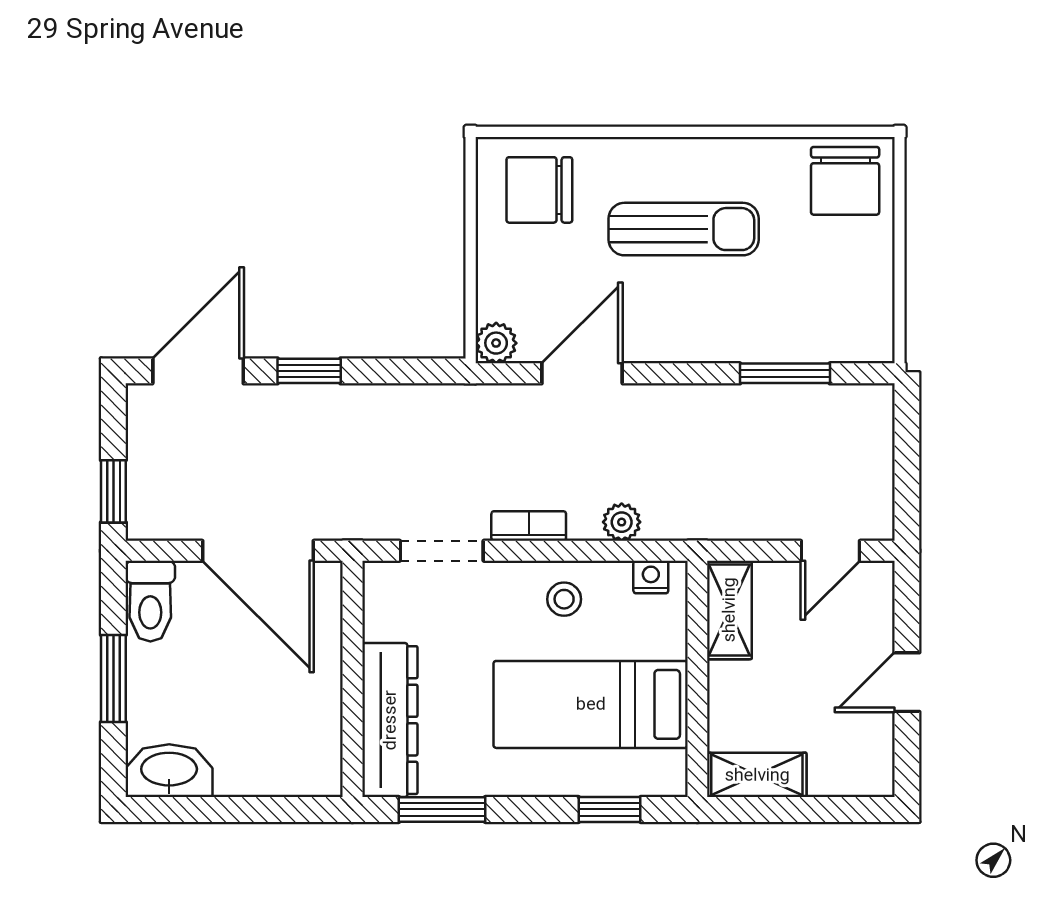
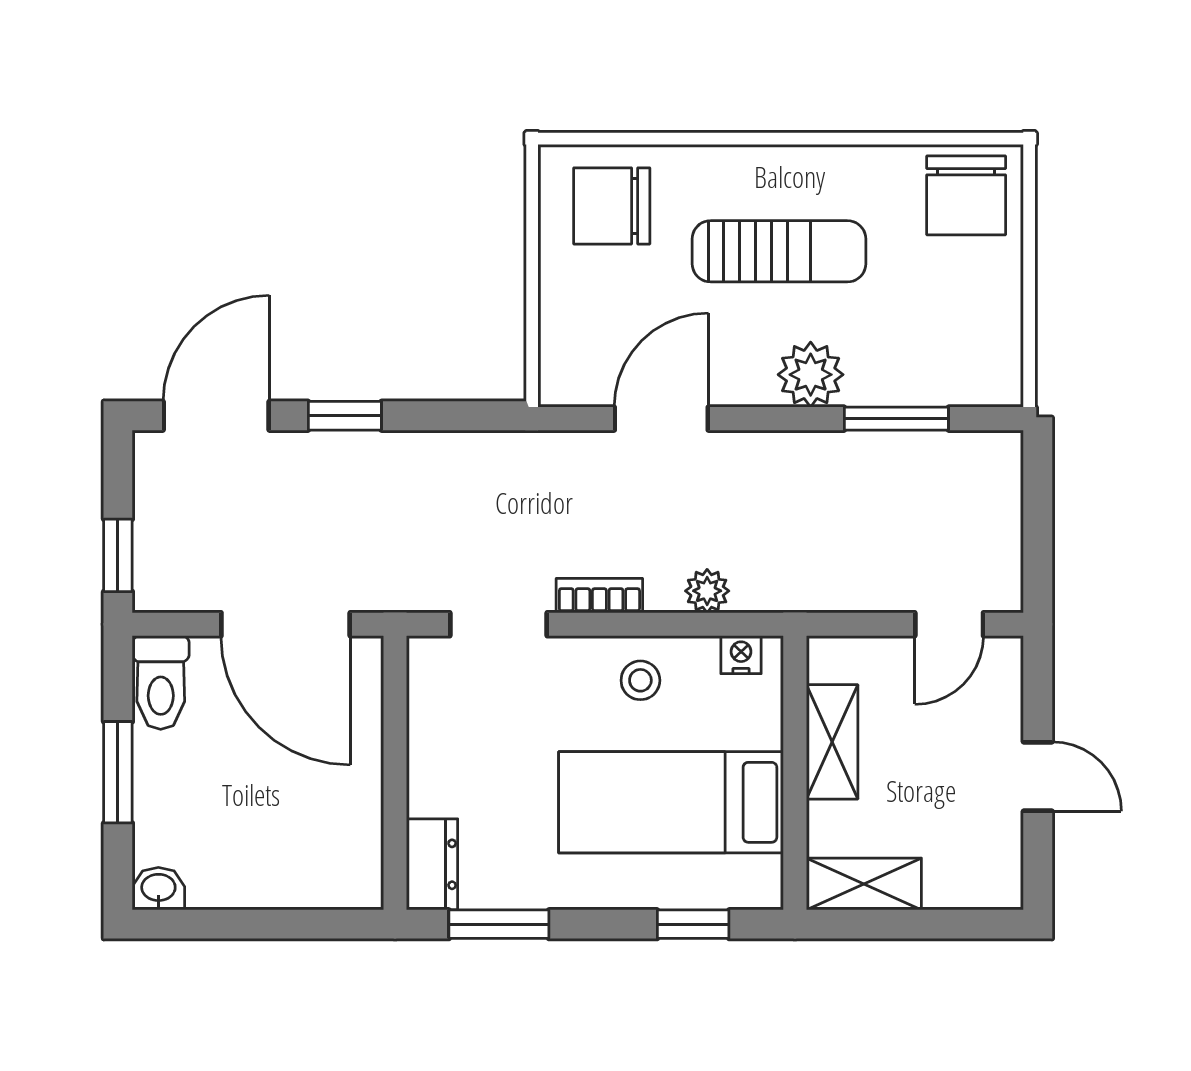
plant: (496, 343) -> (811, 375), moved, width x1.38, depth x1.38
shelving: (729, 610) -> (832, 742), moved
door: (907, 682) -> (1038, 777), swing flipped
dresser: (390, 720) -> (432, 864), width x0.51, depth x0.80
washbasin: (169, 771) -> (158, 889), width x0.52, depth x0.69

